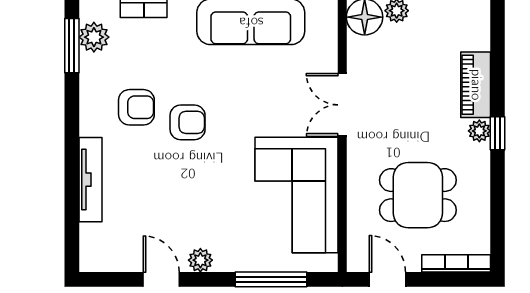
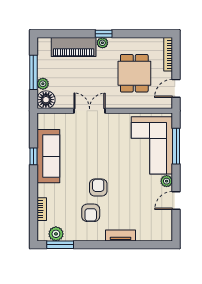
piano: (476, 85) -> (74, 47), width x1.37, depth x1.33
double door: (342, 105) -> (90, 111), swing flipped
armchair: (136, 107) -> (91, 213), turned 180
tv unit: (91, 180) -> (120, 236), width x0.71
corner sofa: (297, 195) -> (152, 145), moved, turned 90

